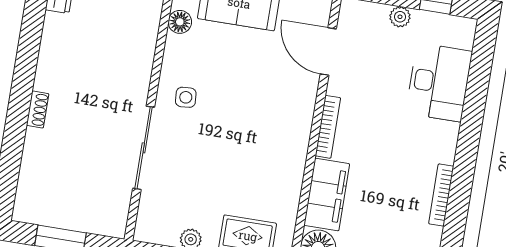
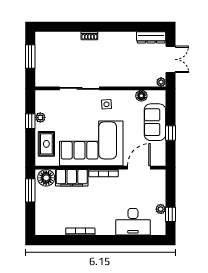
plant: (400, 17) -> (161, 209), moved
corner sofa: (262, 142) -> (91, 143), added

